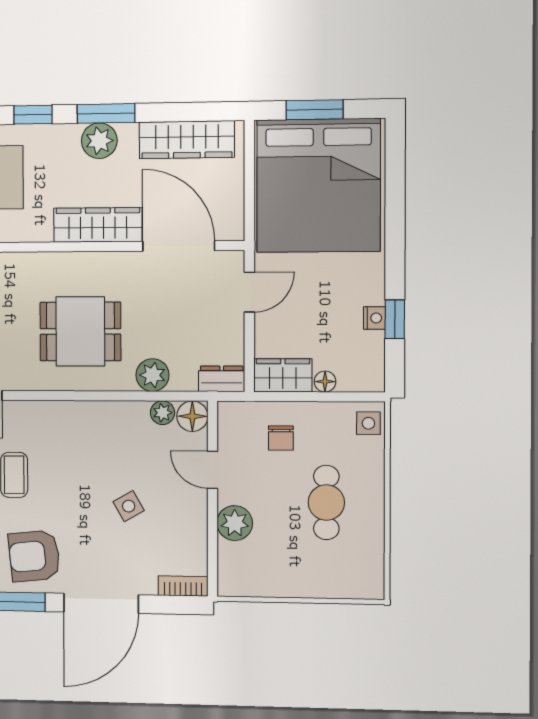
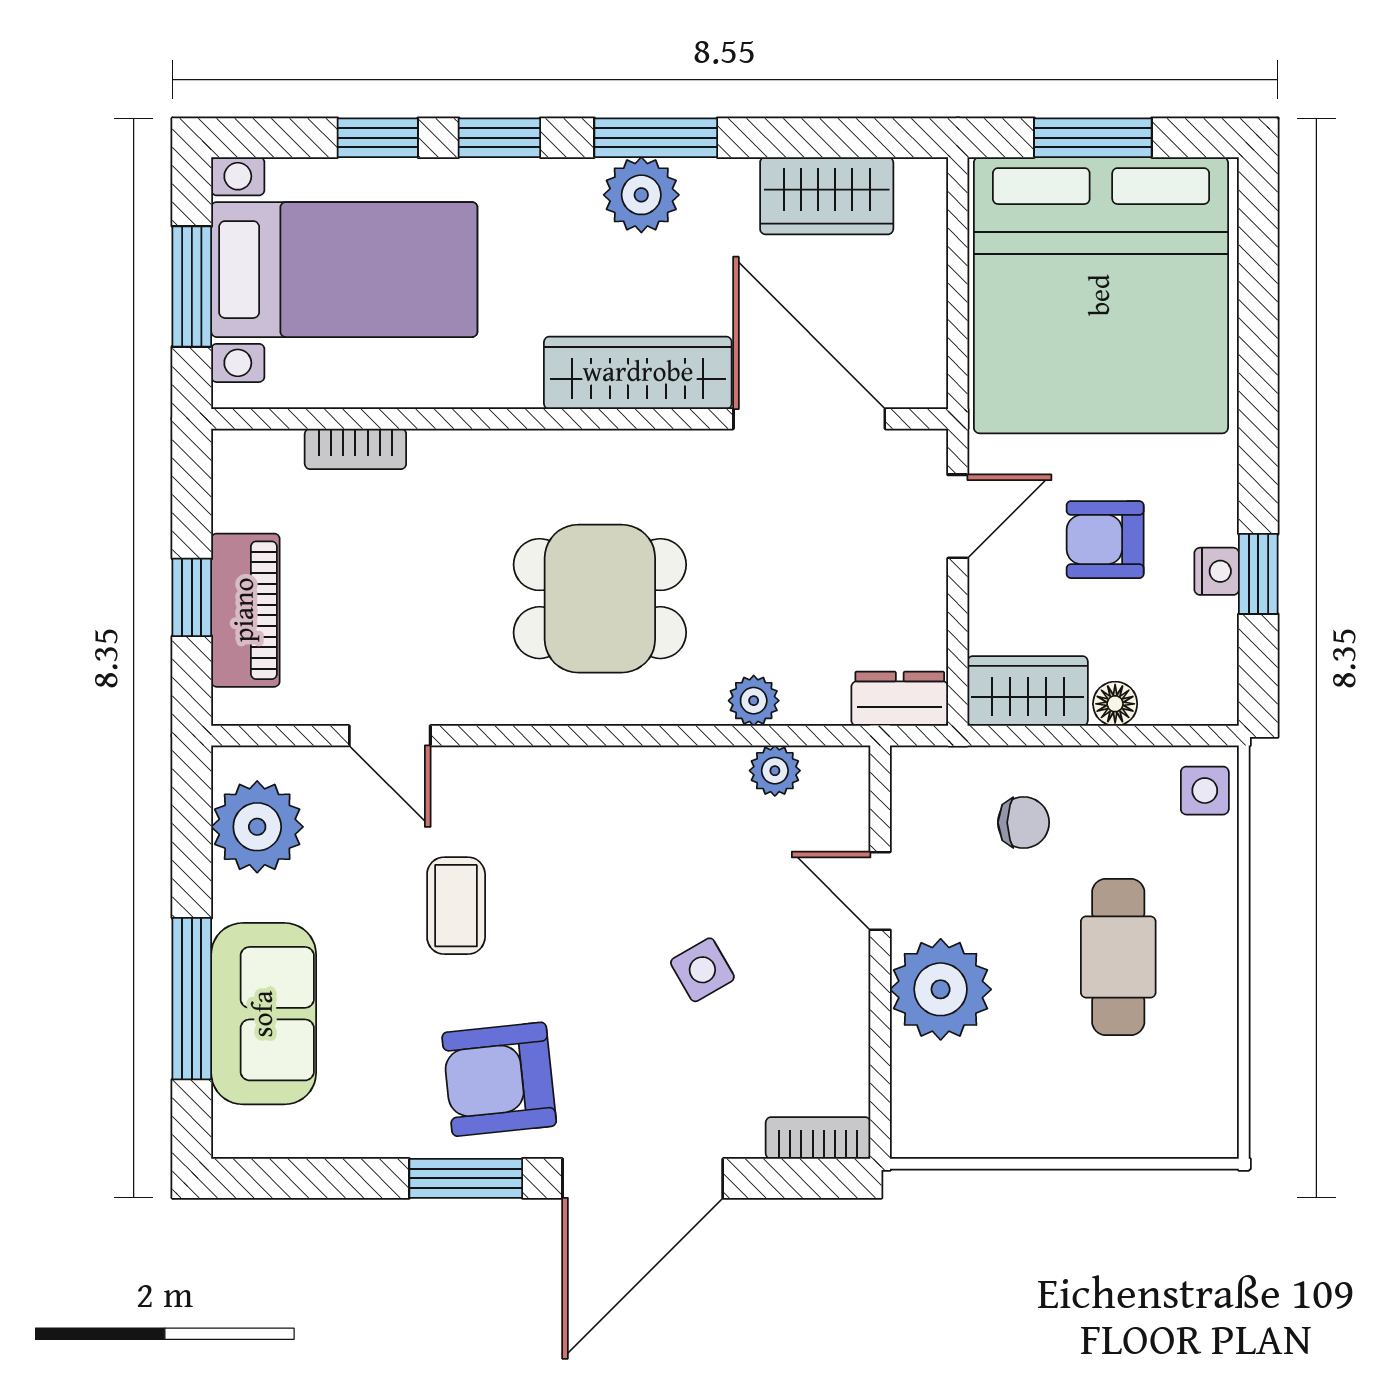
wardrobe: (187, 140) -> (827, 196), width x0.67
armchair: (320, 303) -> (1105, 540), added
plant: (153, 375) -> (754, 701), width x0.73, depth x0.73
floor lamp: (192, 416) -> (838, 778), removed
chair: (281, 438) -> (1024, 823), turned -90
plant: (235, 523) -> (941, 989), width x1.36, depth x1.36

